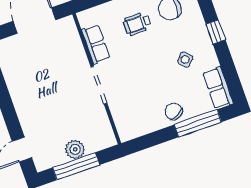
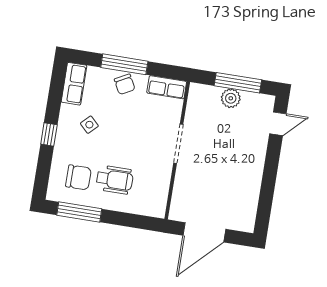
wheelchair: (137, 24) -> (115, 180), width x1.36, depth x1.37
row of seats: (96, 44) -> (167, 87), moved, turned -90
window: (198, 123) -> (124, 64), moved

